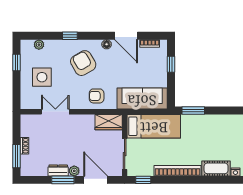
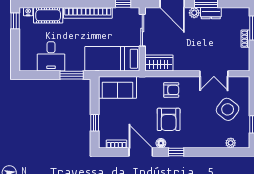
window: (70, 36) -> (176, 152), moved
armchair: (83, 63) -> (169, 119), moved, turned 30
side table: (42, 77) -> (228, 109), turned 38
sofa: (142, 99) -> (117, 87), width x0.73
desk: (213, 129) -> (51, 56), added

